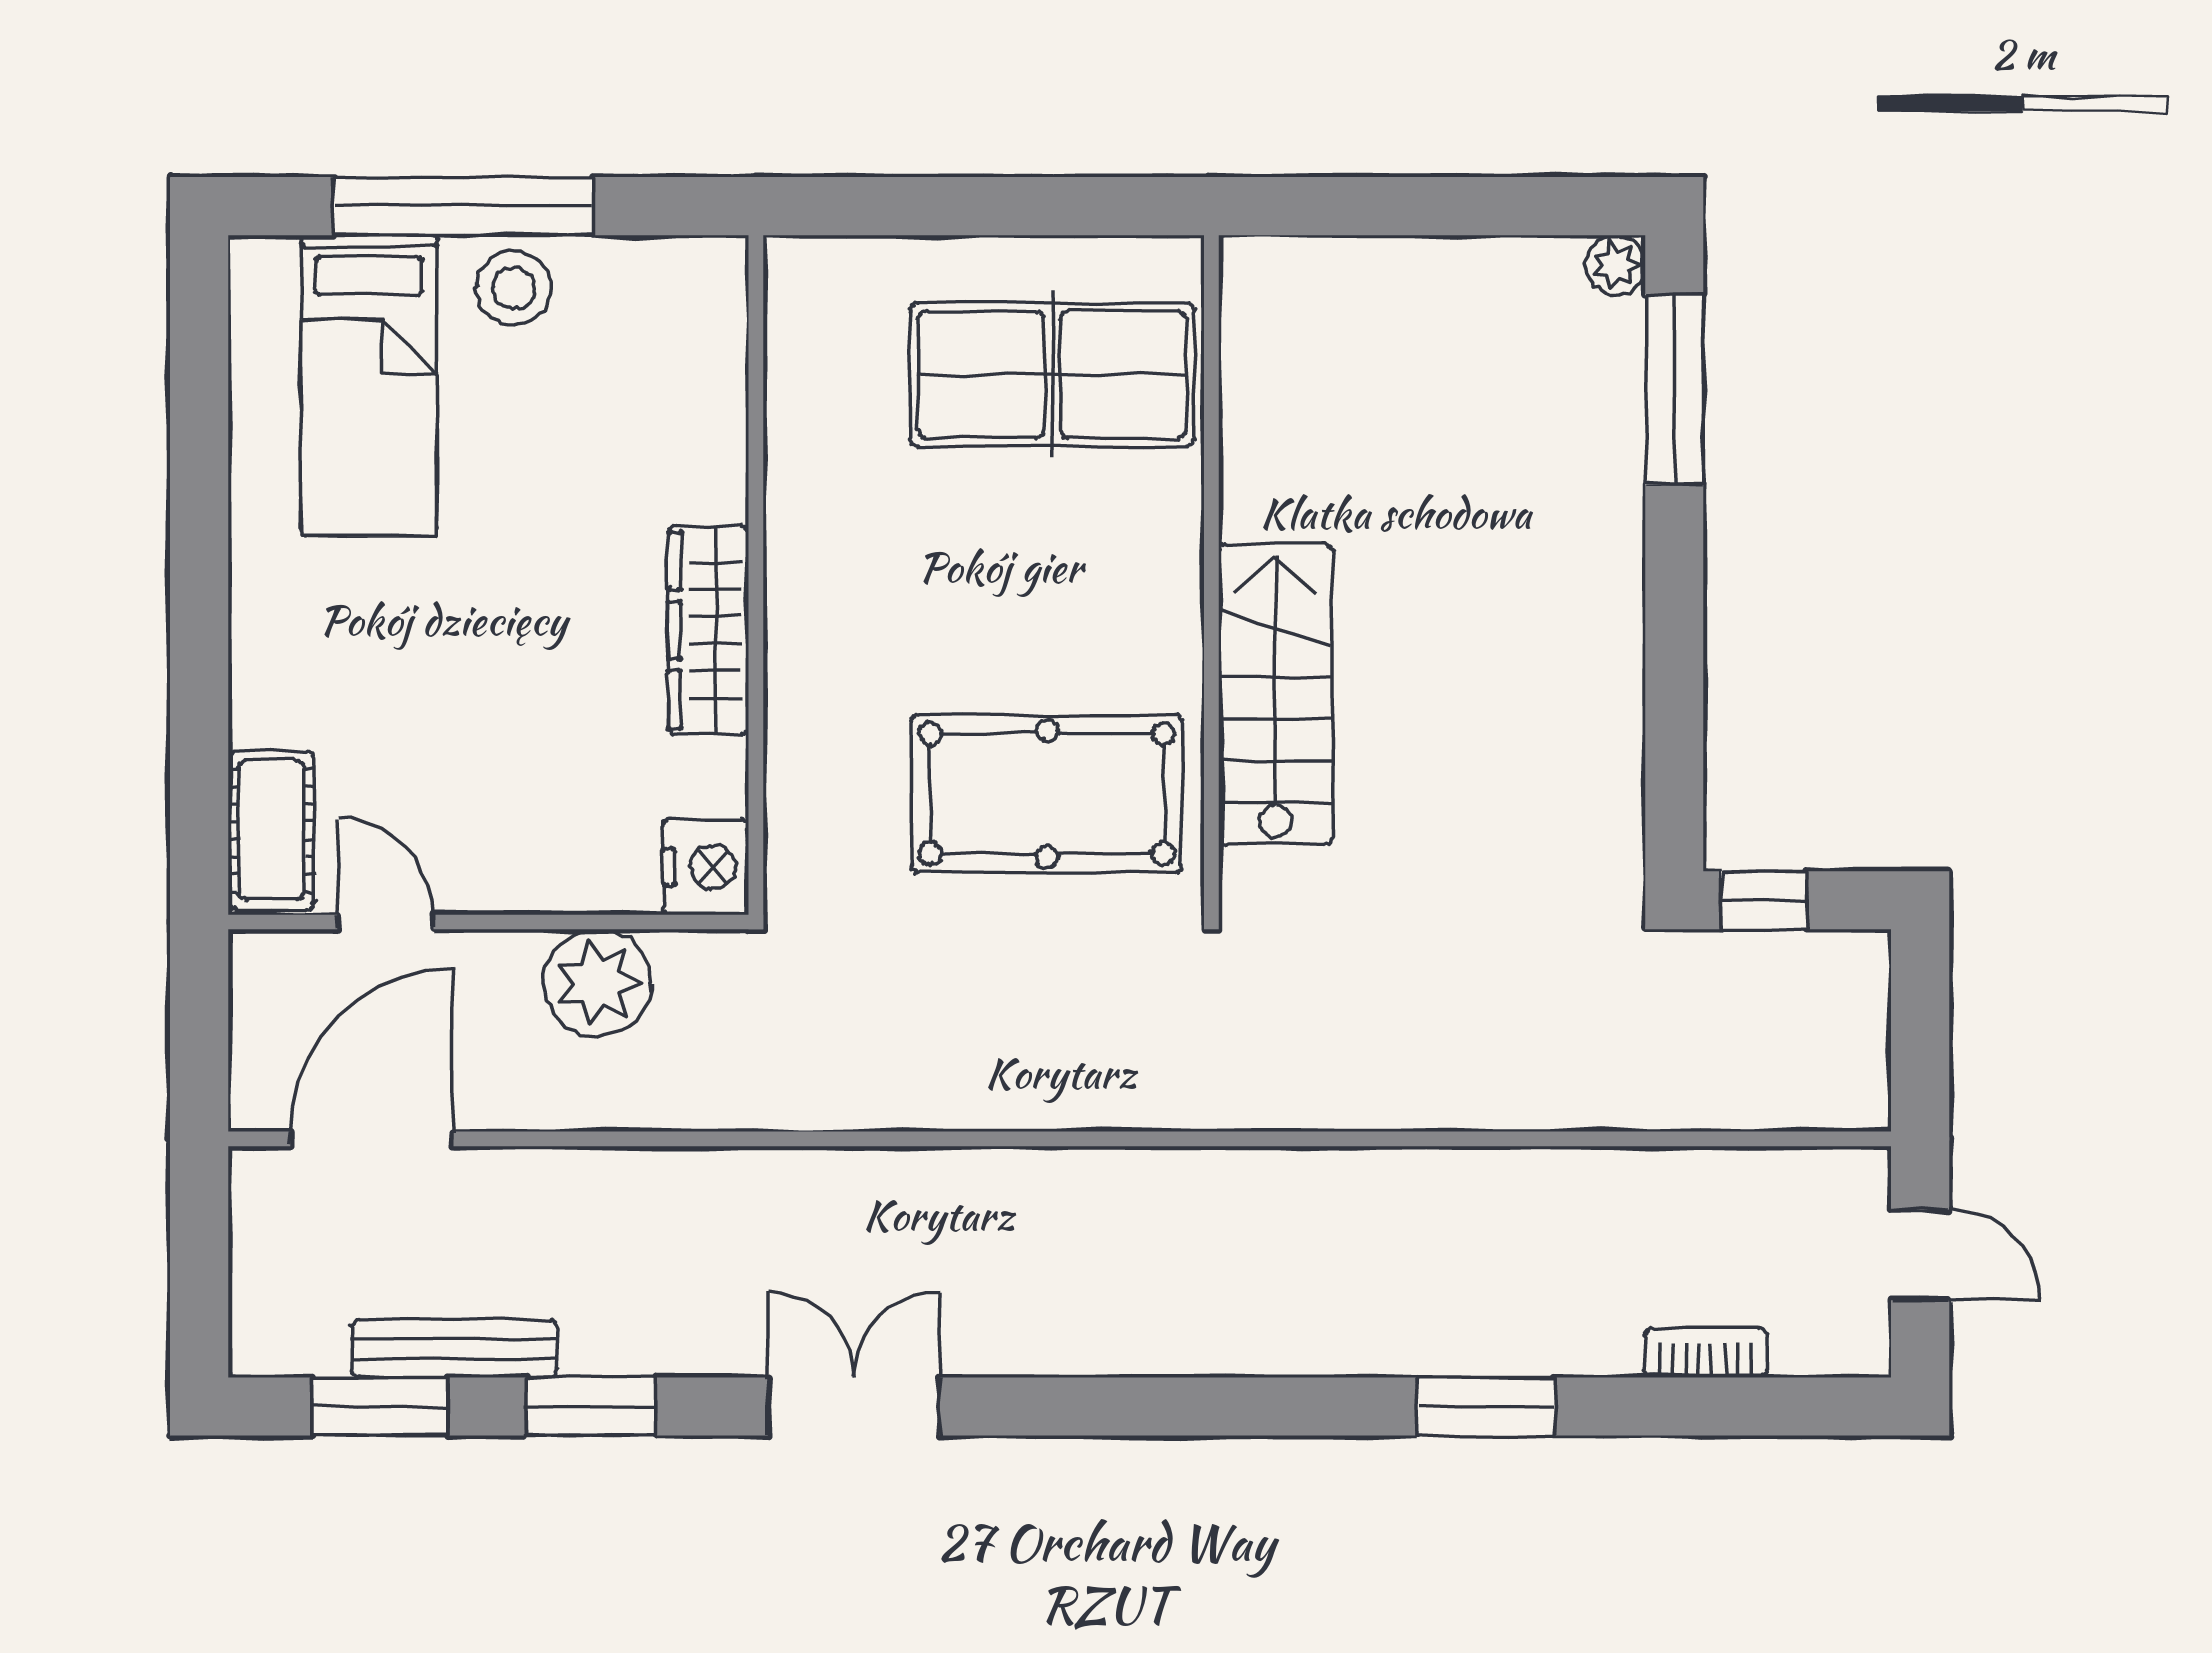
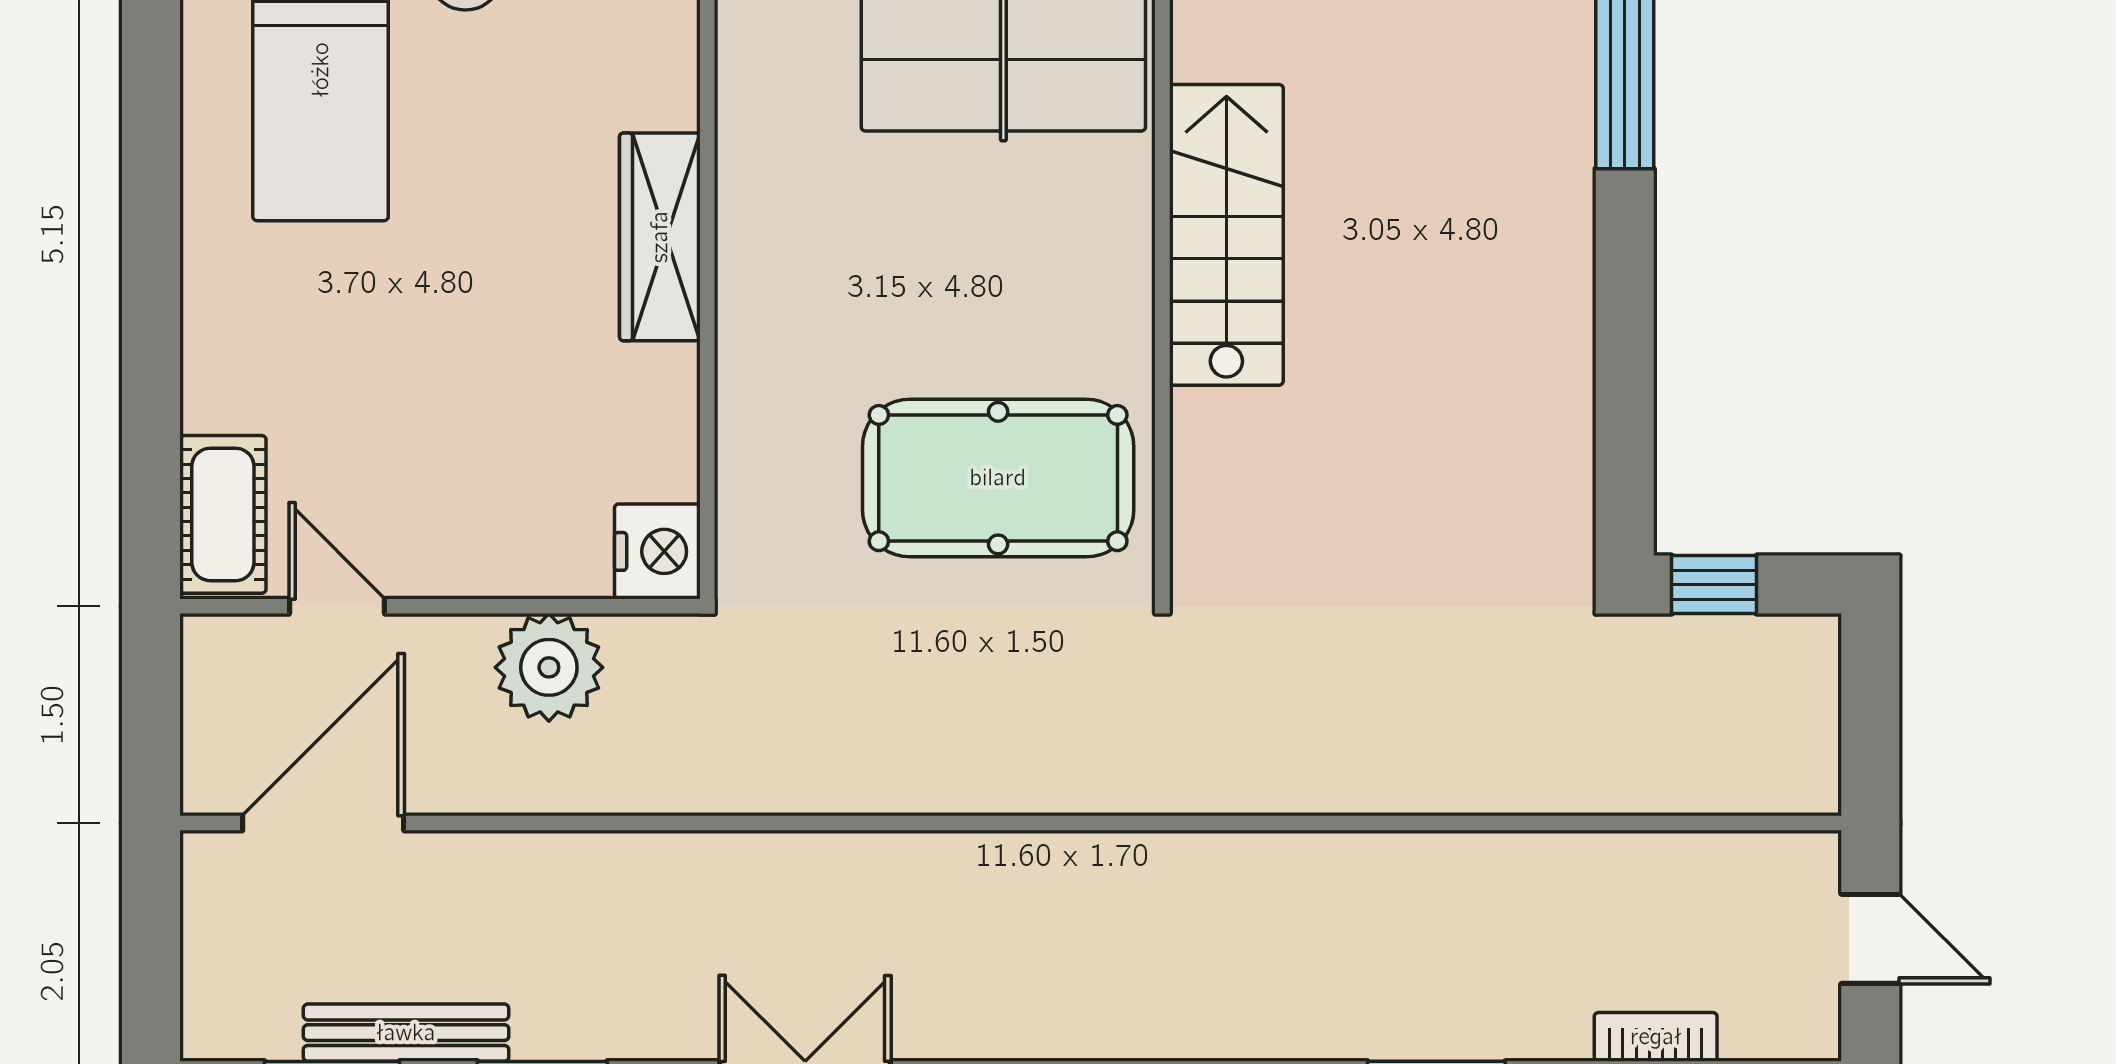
wardrobe: (708, 630) -> (660, 237), moved
stairs: (1276, 694) -> (1226, 235), moved

